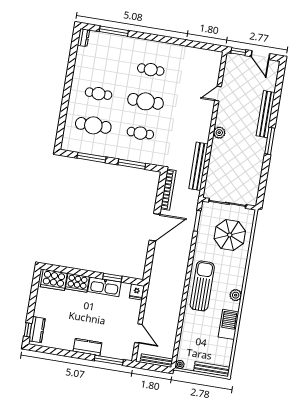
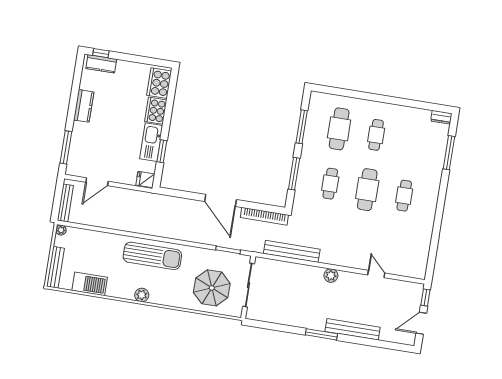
barbecue: (229, 324) -> (90, 284), moved
kitchen counter: (87, 347) -> (84, 106), moved

